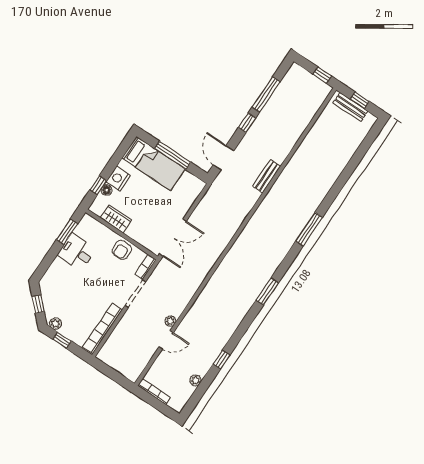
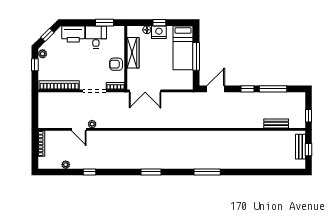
bench: (267, 176) -> (276, 123), moved
window: (98, 185) -> (159, 23), moved
wardrobe: (116, 219) -> (133, 53), width x1.50
printer: (56, 275) -> (73, 34), added

